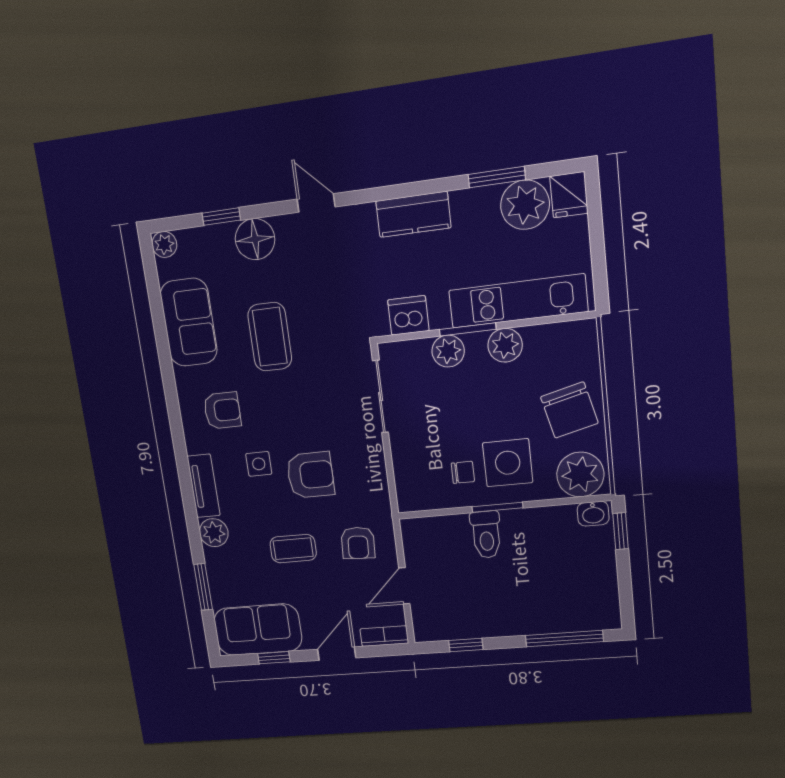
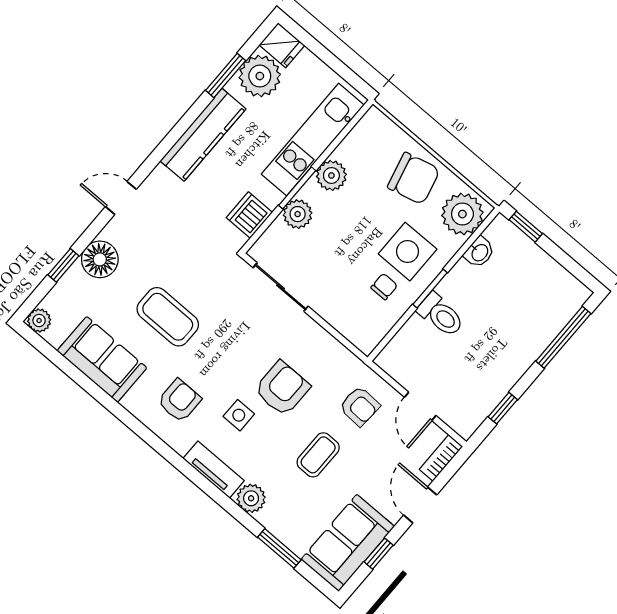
kitchen counter: (413, 214) -> (203, 135), width x1.50
washbasin: (593, 514) -> (479, 252), moved

